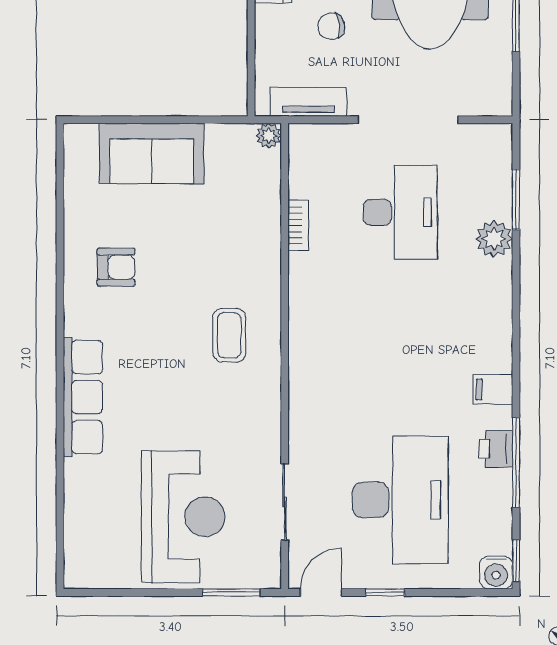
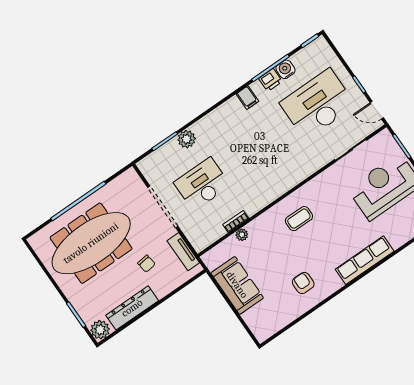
plant: (269, 136) -> (242, 235), moved
sofa: (152, 153) -> (237, 285), moved
water cooler: (496, 573) -> (286, 69), moved, turned -90

